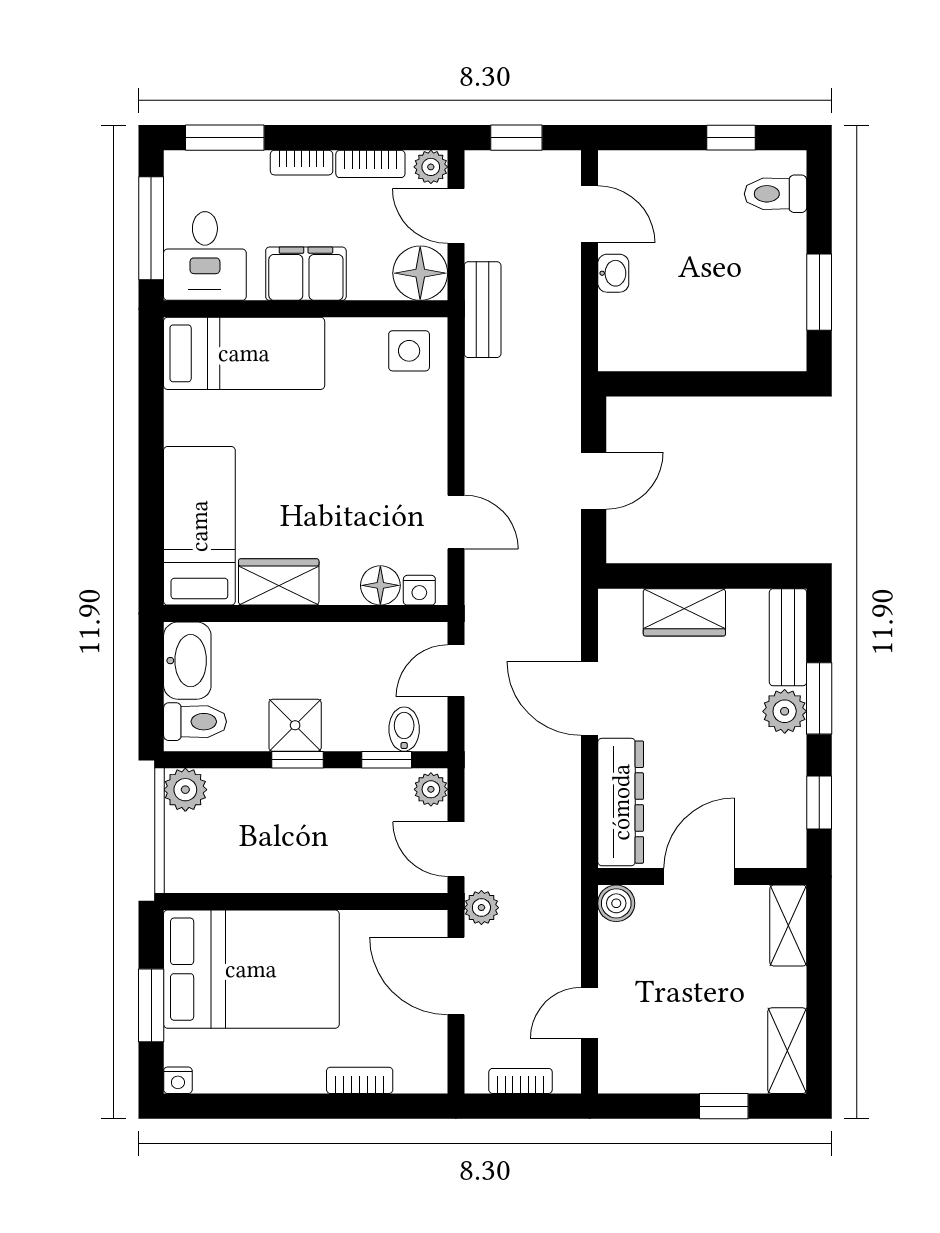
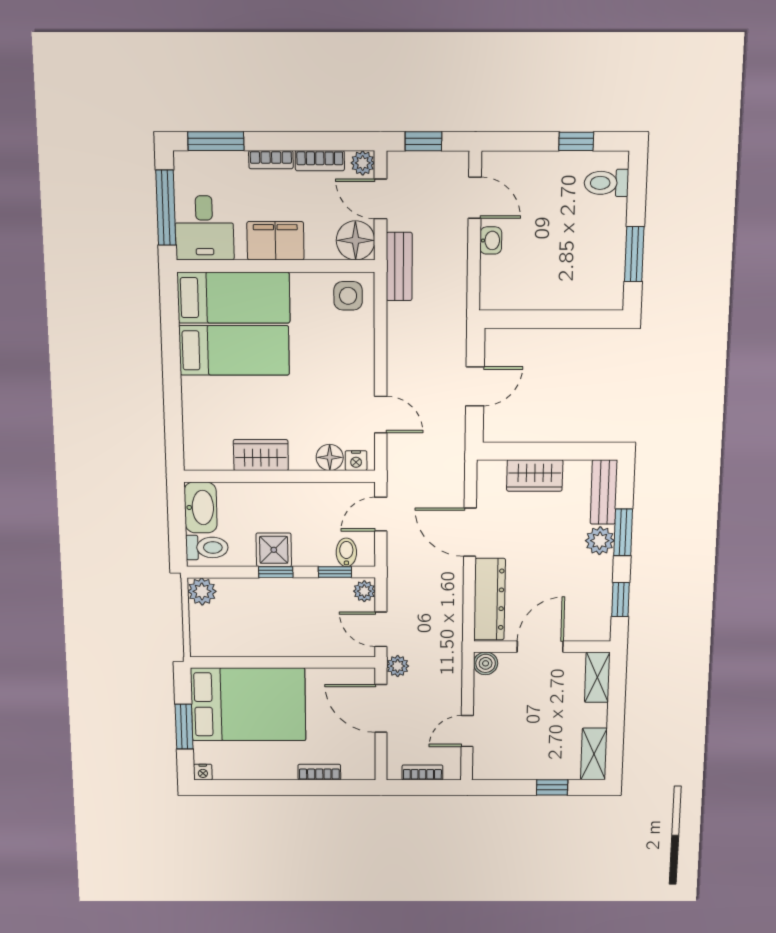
bed: (199, 526) -> (234, 350), moved, turned 90

